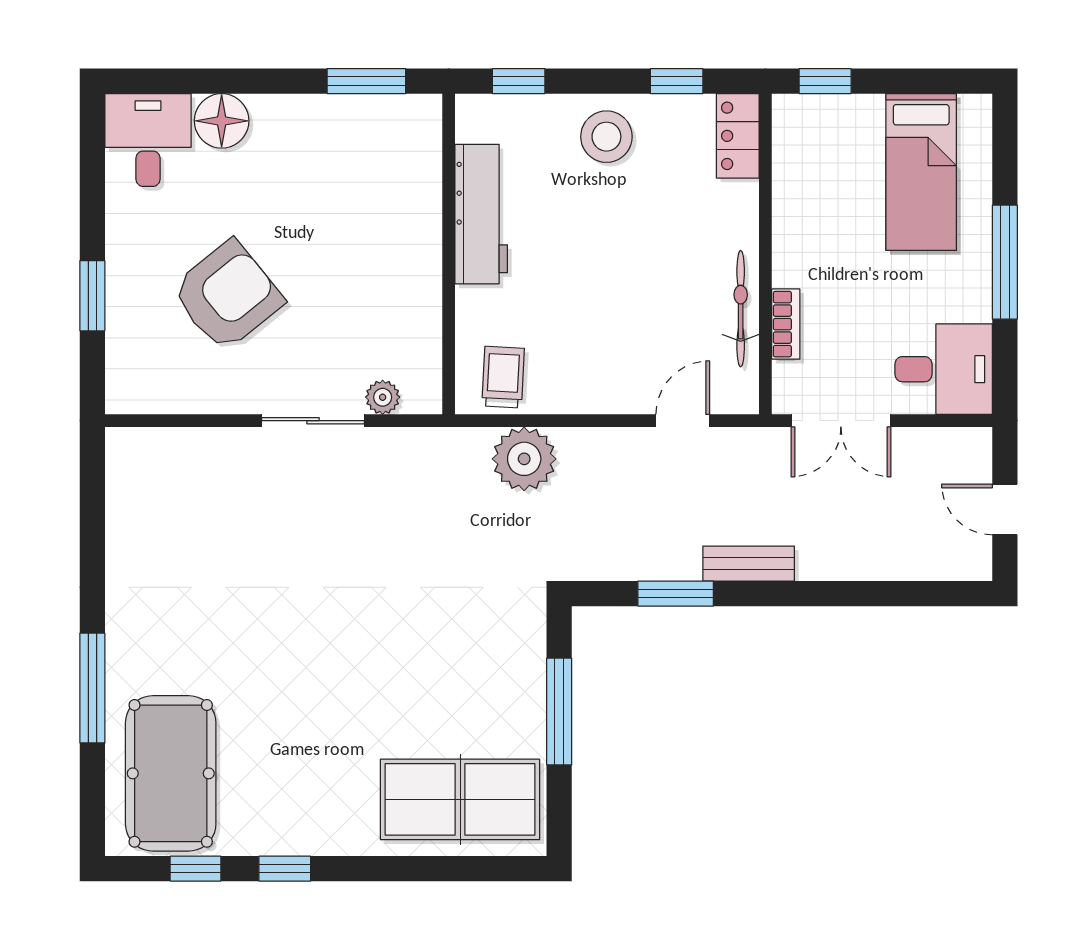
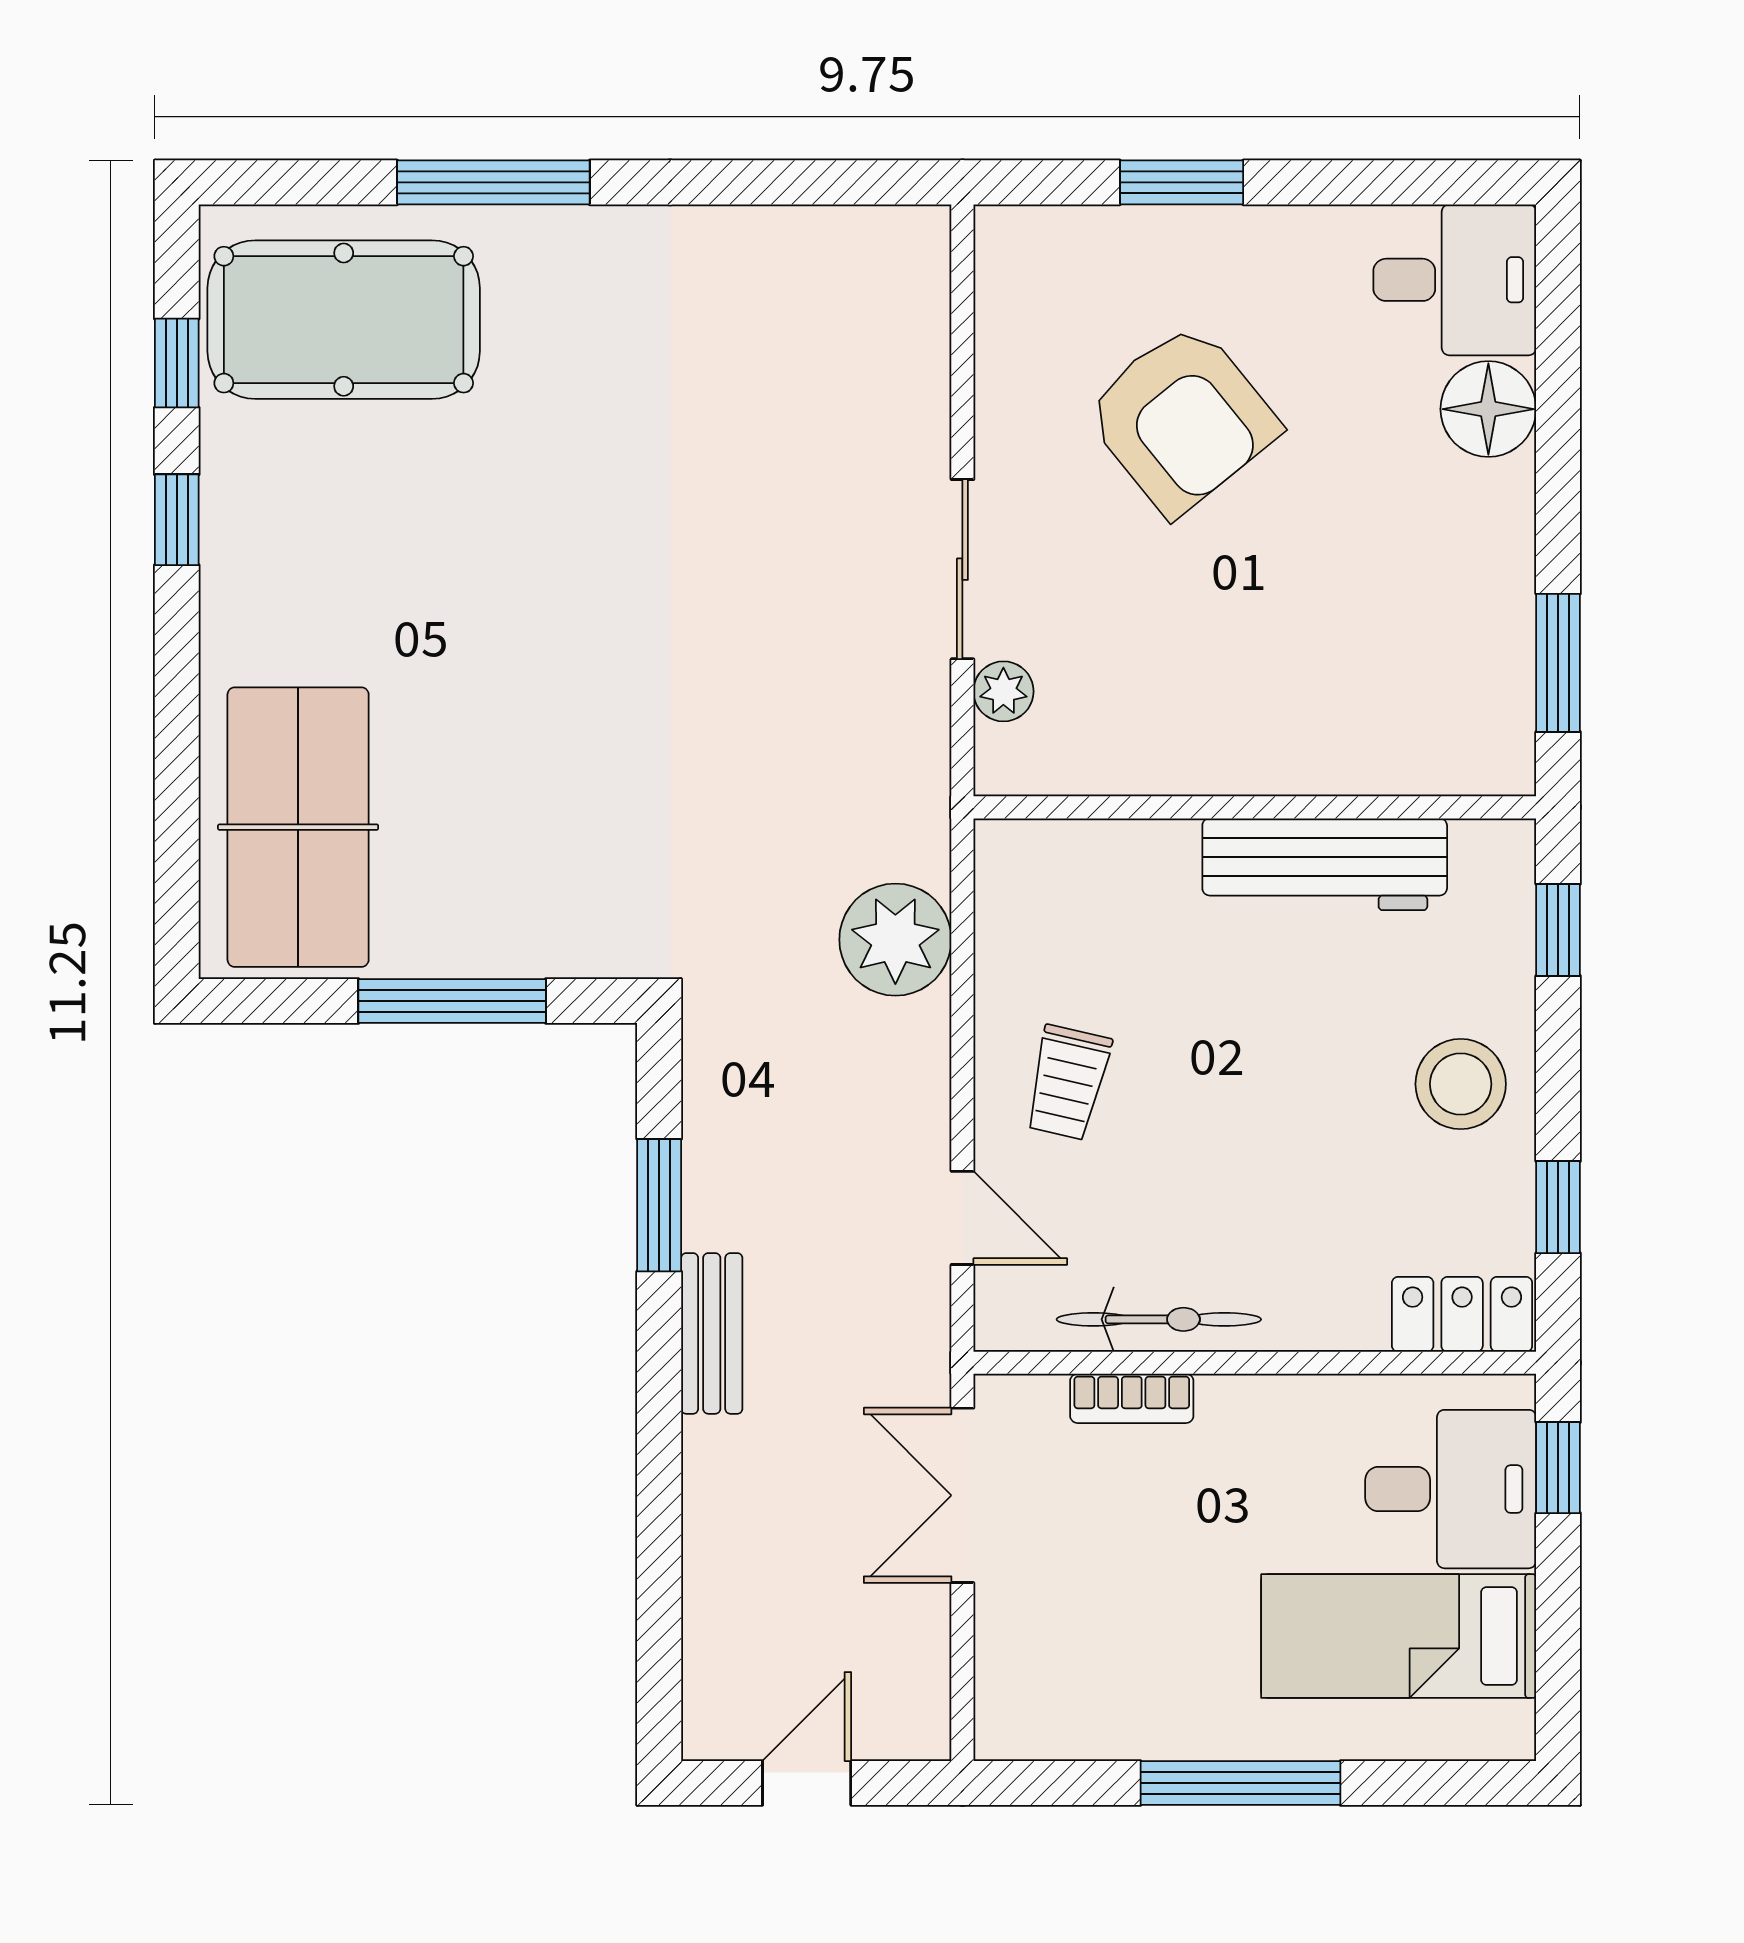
desk: (944, 369) -> (1451, 1489), moved, turned -90
trolley: (503, 377) -> (1068, 1083), moved, turned 100

